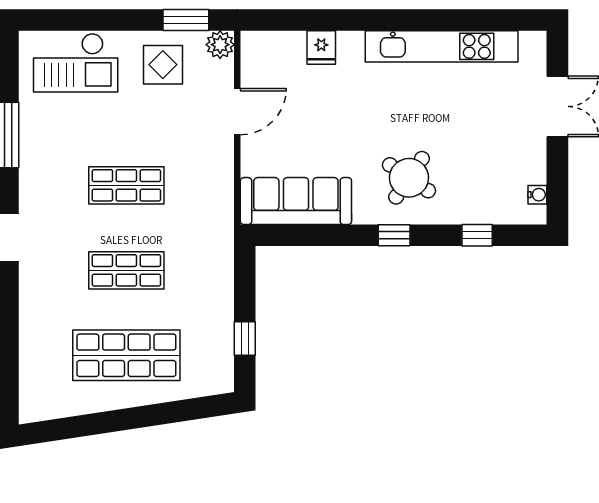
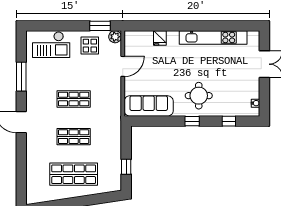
round table: (409, 178) -> (199, 96), turned -34

